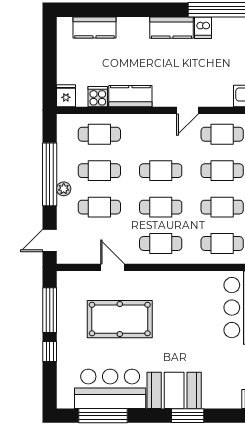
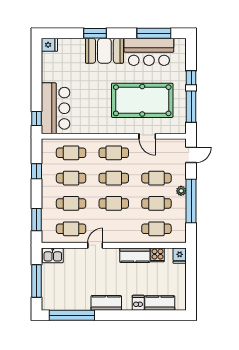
dishwasher: (203, 28) -> (138, 303), moved
pool table: (120, 319) -> (142, 100), width x1.36, depth x1.32

